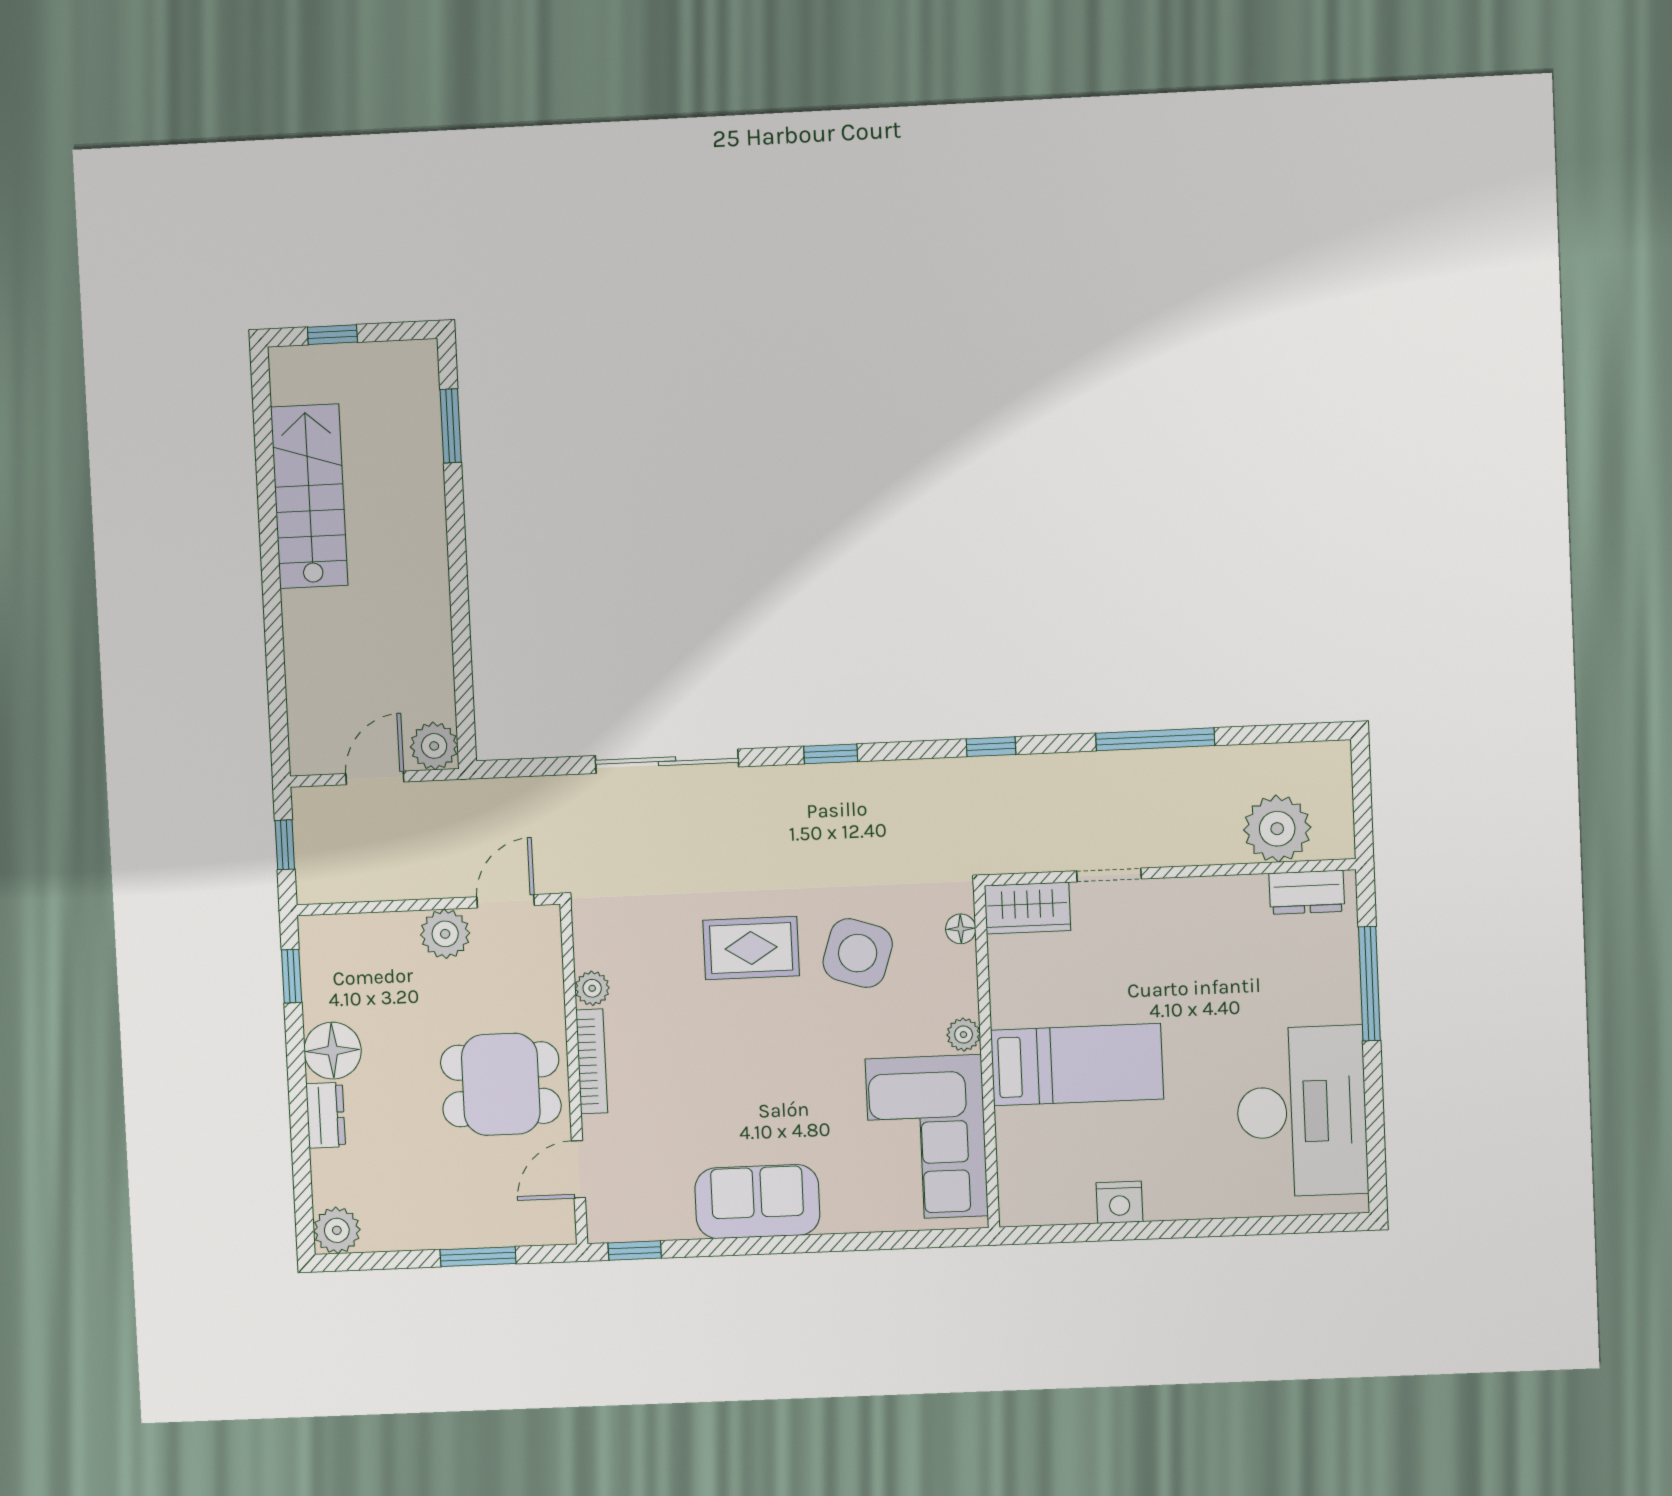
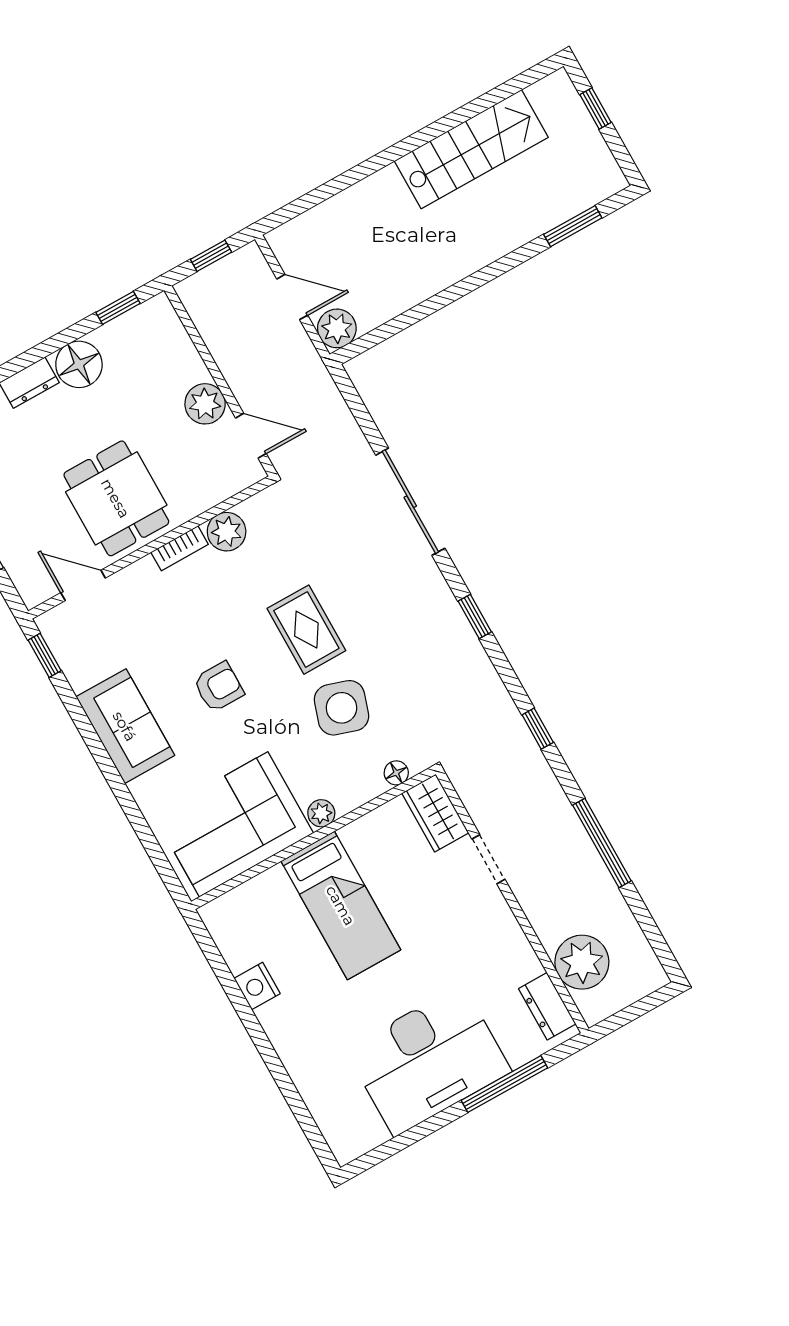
plant: (592, 988) -> (227, 532), width x1.38, depth x1.38
bookcase: (592, 1061) -> (180, 548), width x0.64
armchair: (766, 1077) -> (219, 687), added
desk: (1302, 1111) -> (428, 1060), moved

